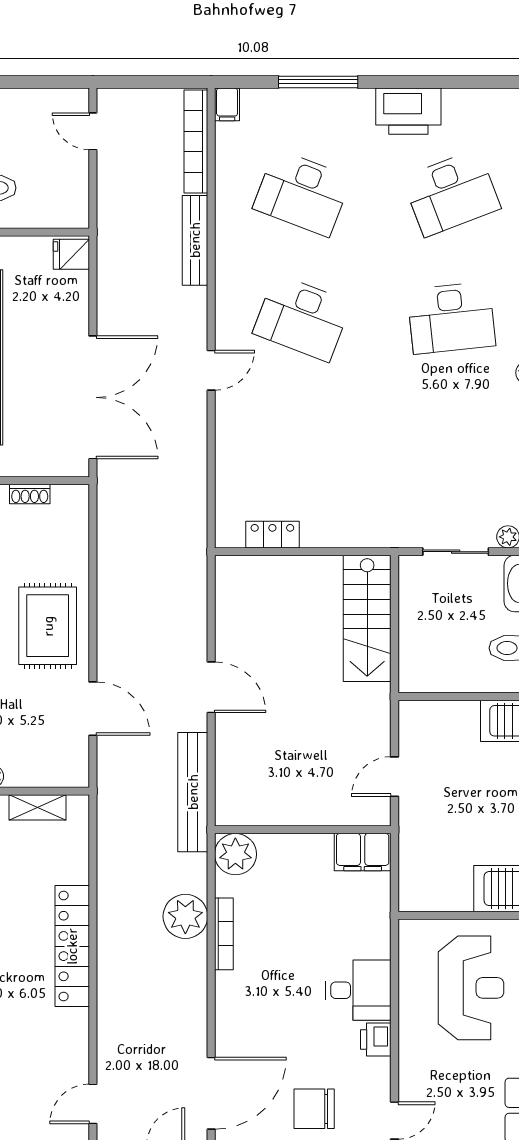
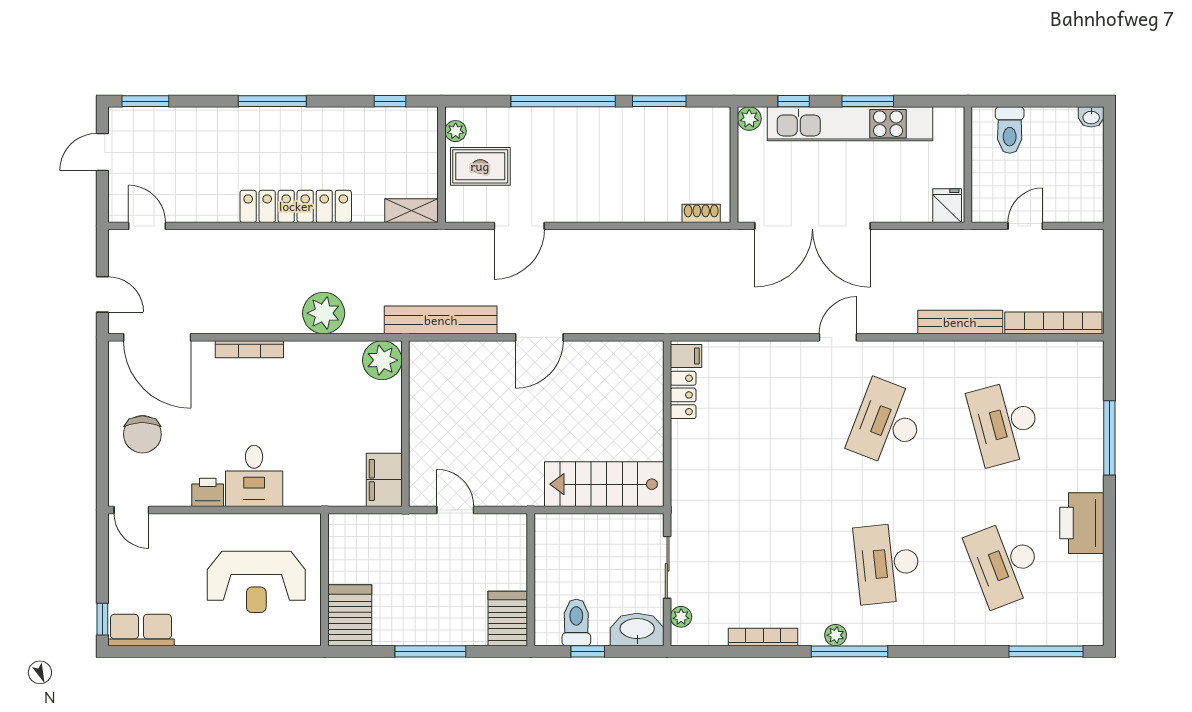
filing cabinet: (227, 104) -> (686, 356), moved, turned 180
door: (93, 131) -> (1025, 226), moved
desk: (302, 193) -> (1005, 423), turned -36
door: (211, 370) -> (838, 337), swing flipped
shoe rack: (30, 494) -> (701, 213), moved, turned 90
rug: (48, 626) -> (480, 166), moved, width x0.73, depth x0.70
shelving: (37, 807) -> (412, 211), moved, turned 90
bookcase: (224, 934) -> (249, 349), moved
chair: (314, 1109) -> (142, 434), turned 180

